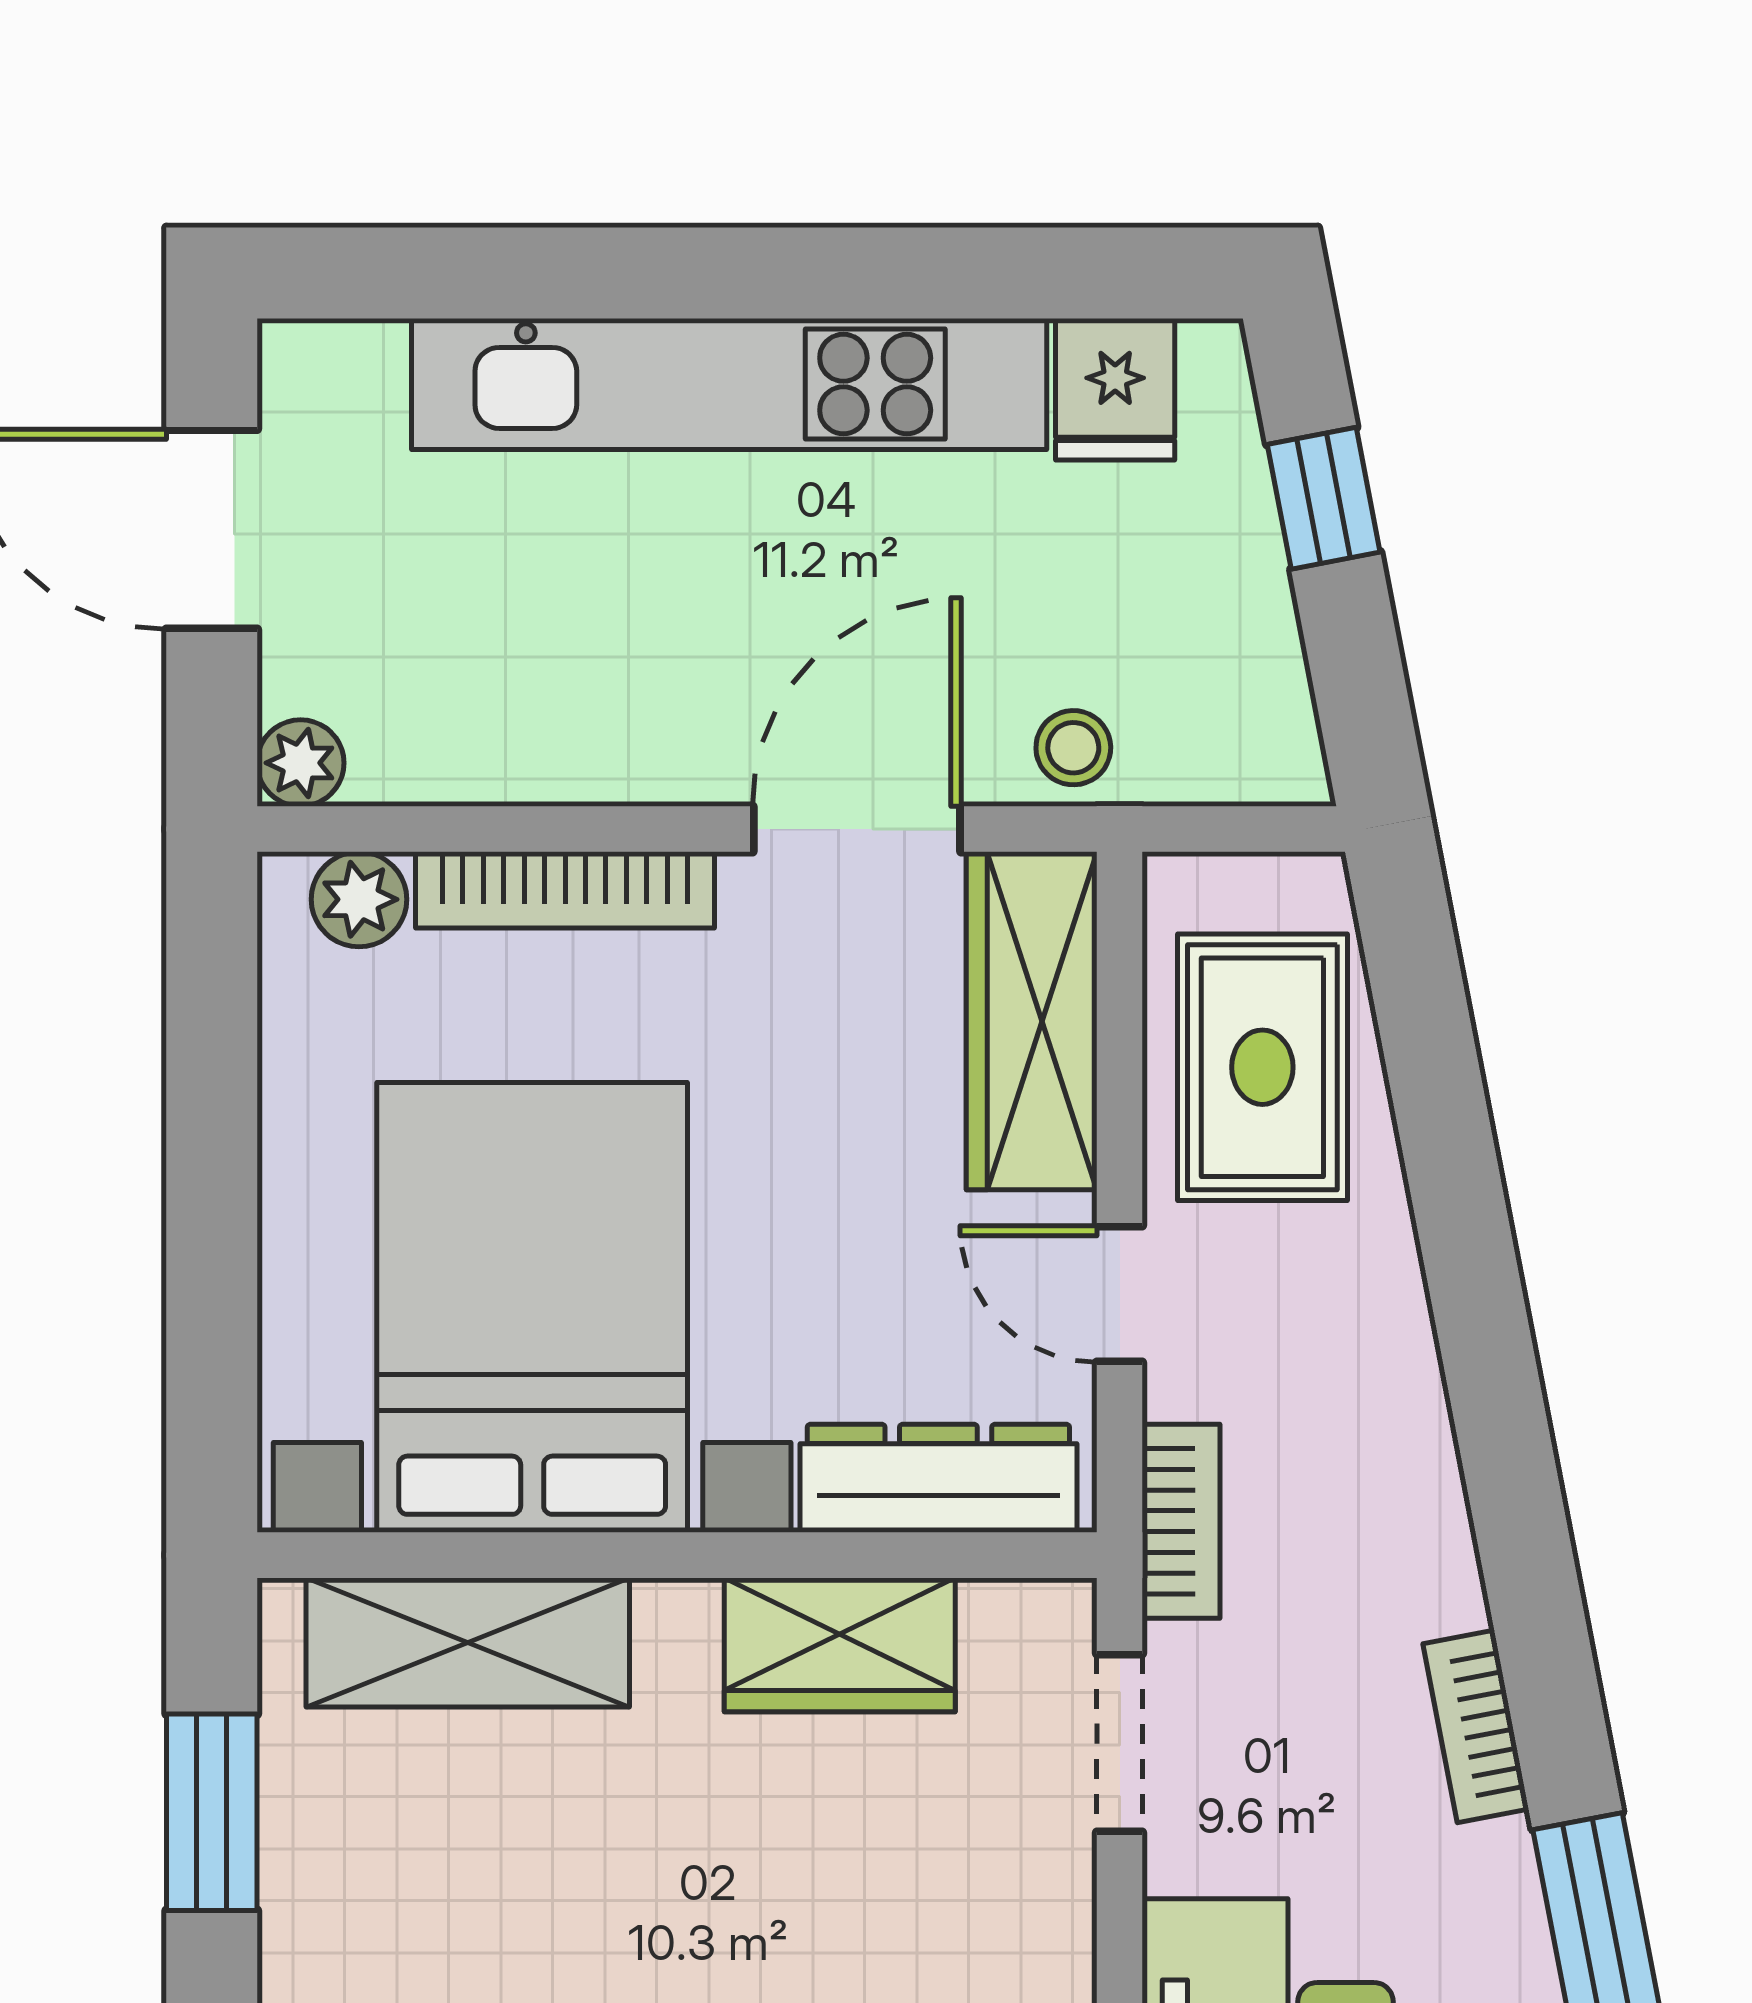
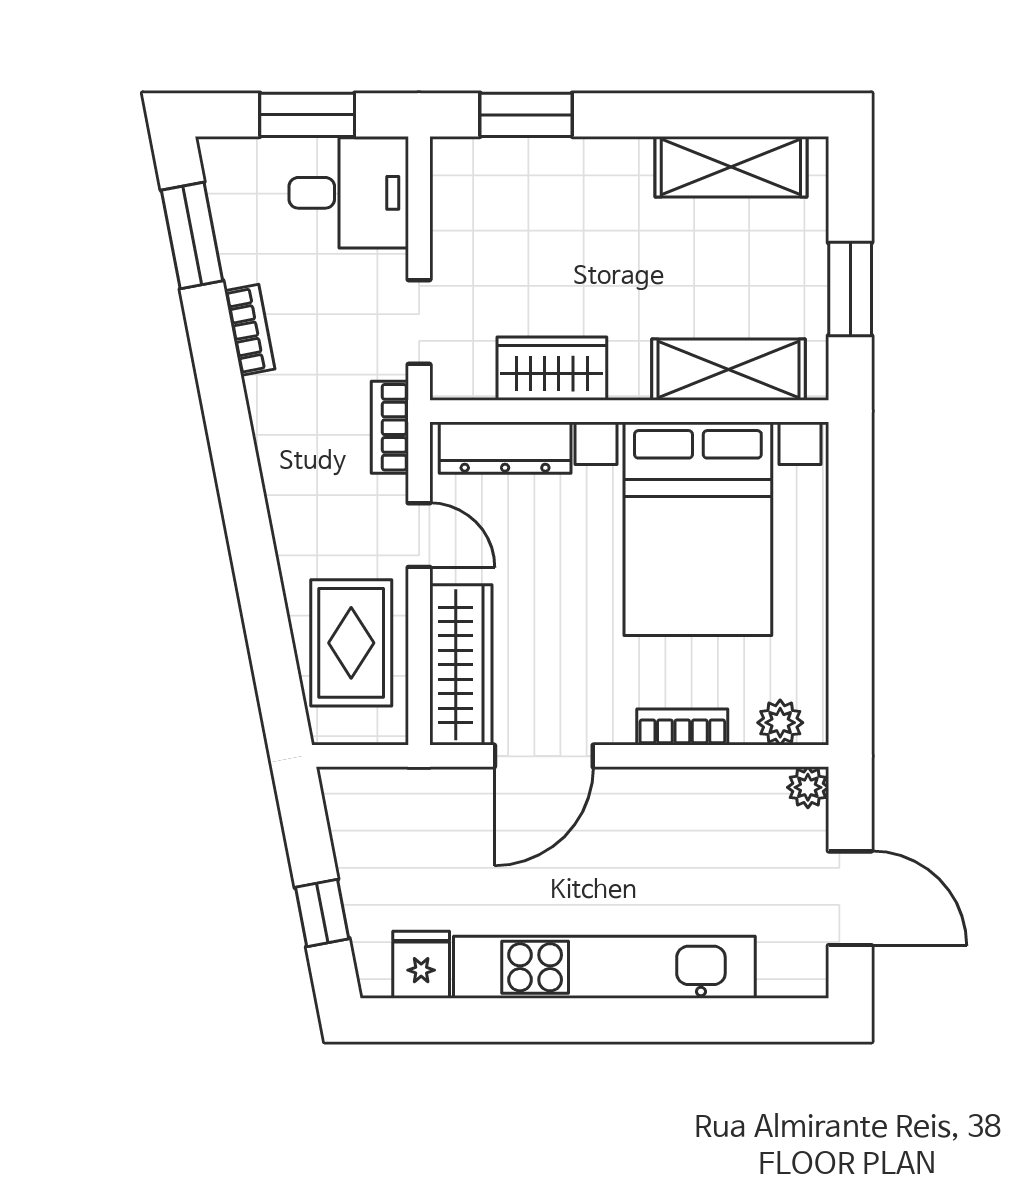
stool: (1073, 748) -> (441, 795), removed
bookcase: (565, 890) -> (682, 727), width x0.64

